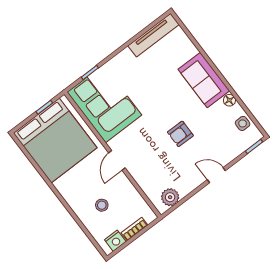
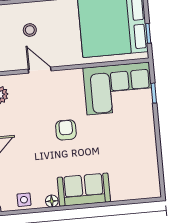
tv unit: (154, 35) -> (151, 170), removed
armchair: (180, 134) -> (66, 130), moved
door: (117, 160) -> (40, 70), moved

